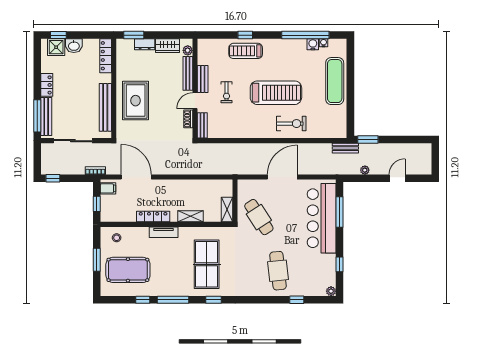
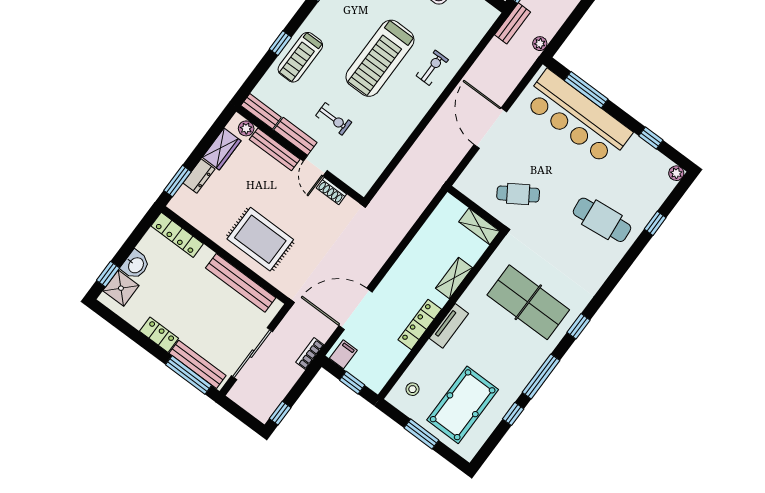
treadmill: (276, 93) -> (380, 58), turned 180
exercise bike: (291, 124) -> (432, 68), width x0.73, depth x0.72
bench: (202, 125) -> (261, 111), moved
plant: (365, 170) -> (540, 44), moved
cafe table: (259, 217) -> (518, 194), width x0.73, depth x0.74

